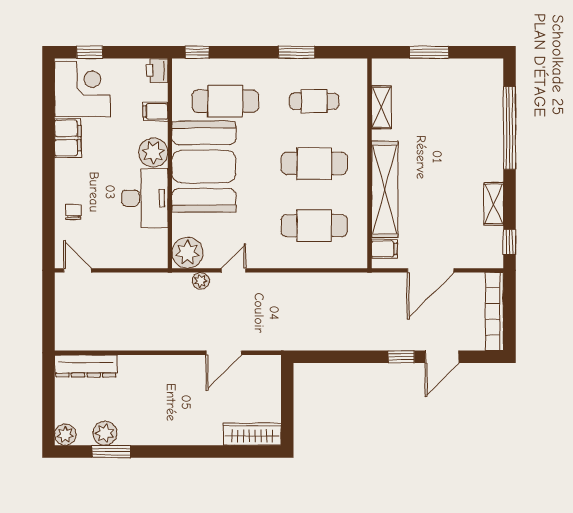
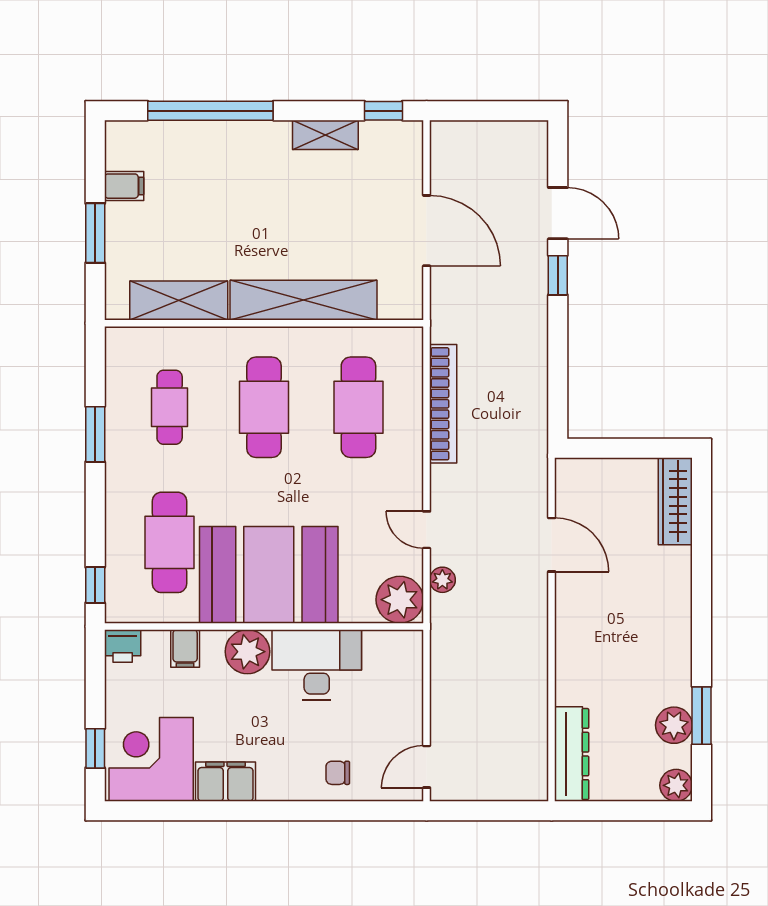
shelving: (381, 107) -> (179, 301), width x1.50, depth x1.33
filing cabinet: (384, 249) -> (124, 186), moved, turned 90
bookcase: (494, 312) -> (443, 404), moved, turned -90

